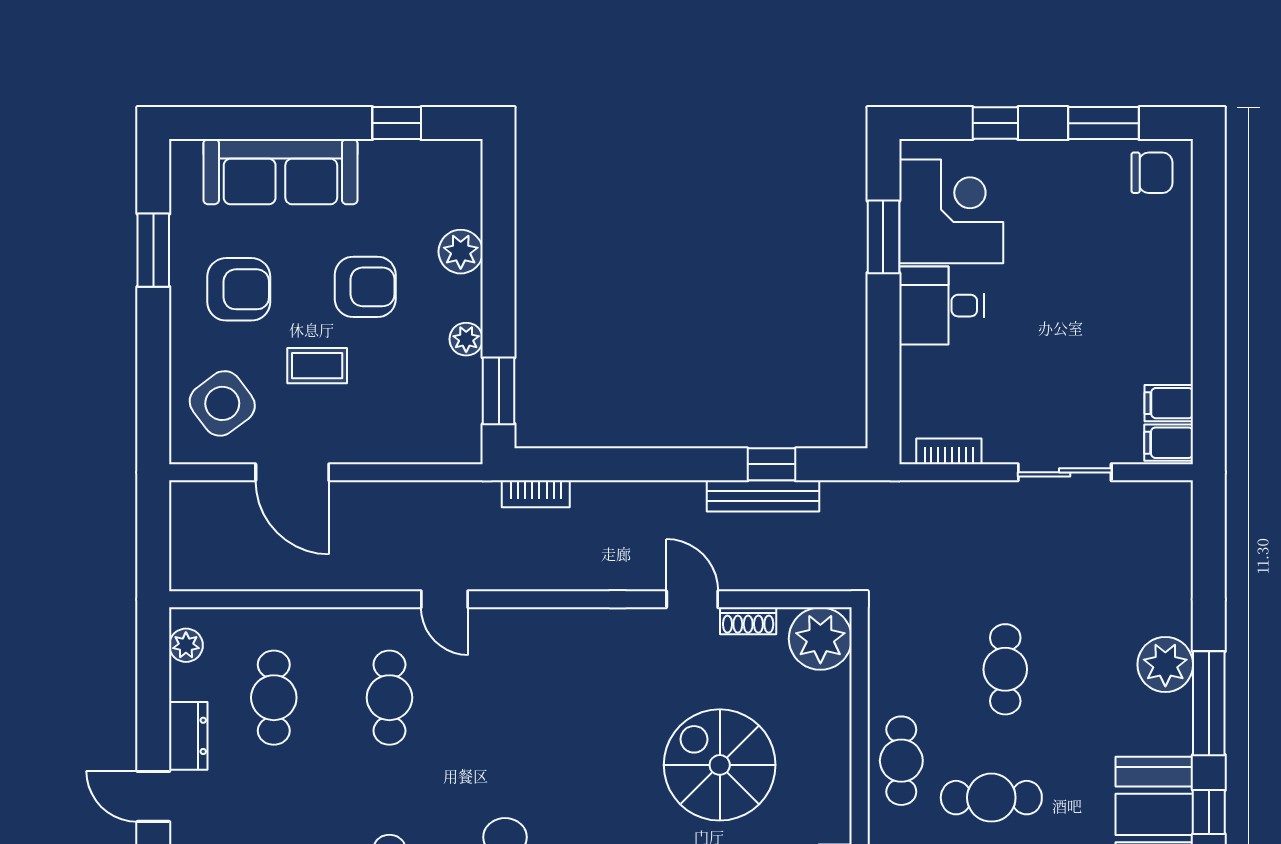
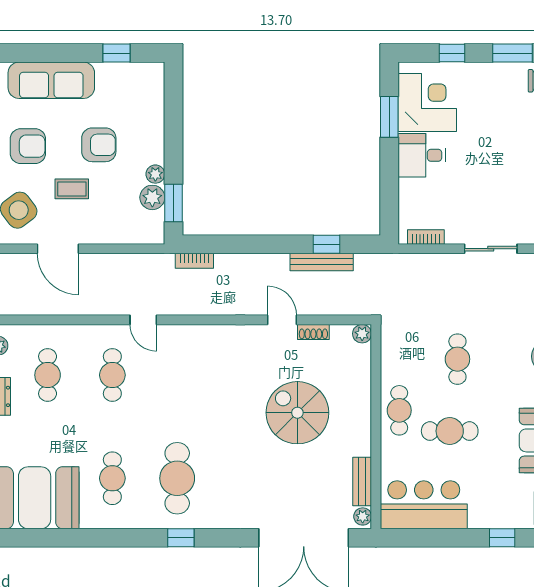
plant: (461, 252) -> (152, 197), moved
plant: (820, 639) -> (362, 334), width x0.53, depth x0.53

